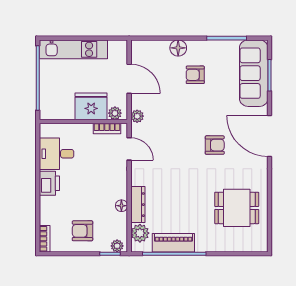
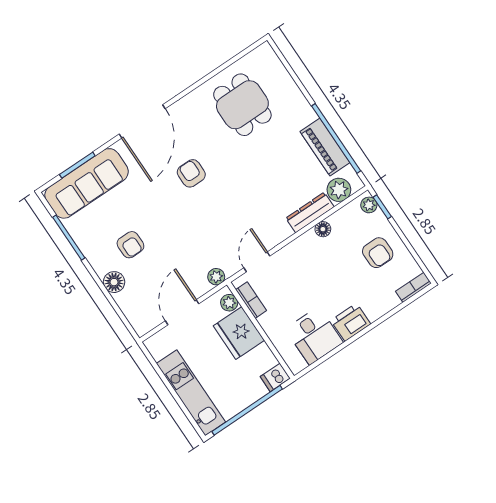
dishwasher: (47, 110) -> (275, 377), added

